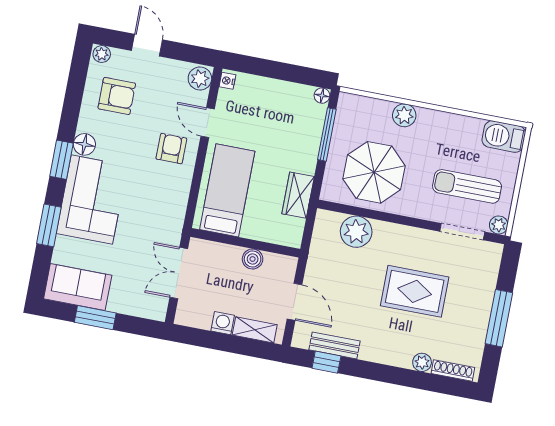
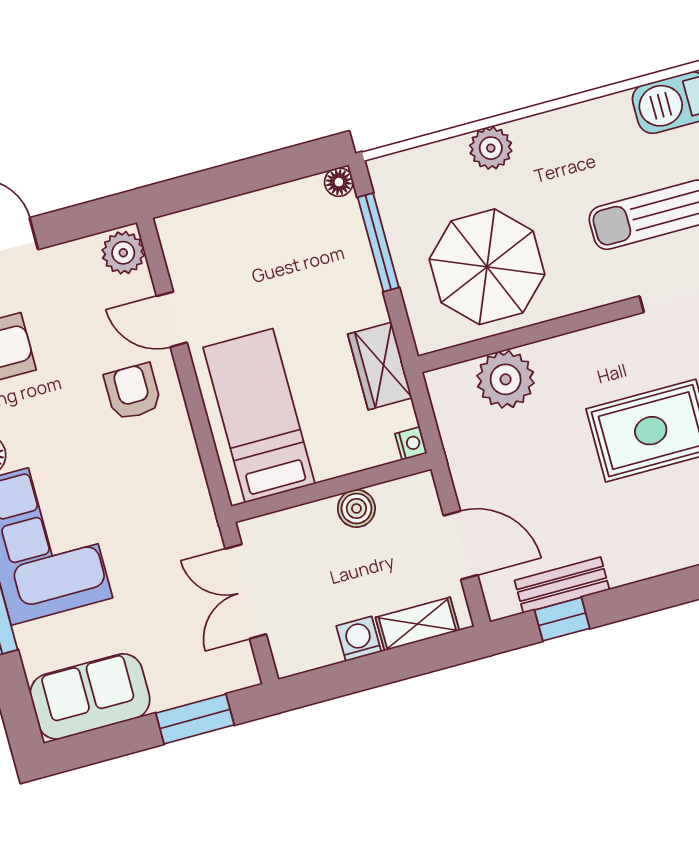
nightstand: (227, 81) -> (411, 443), moved, turned 180
window: (95, 318) -> (195, 719), moved

